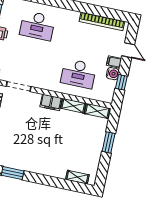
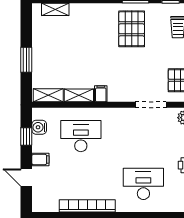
bookcase: (102, 21) -> (87, 206), moved
water cooler: (113, 74) -> (39, 127), moved
filing cabinet: (51, 102) -> (101, 94), width x0.50
pallet: (21, 149) -> (132, 29), added

